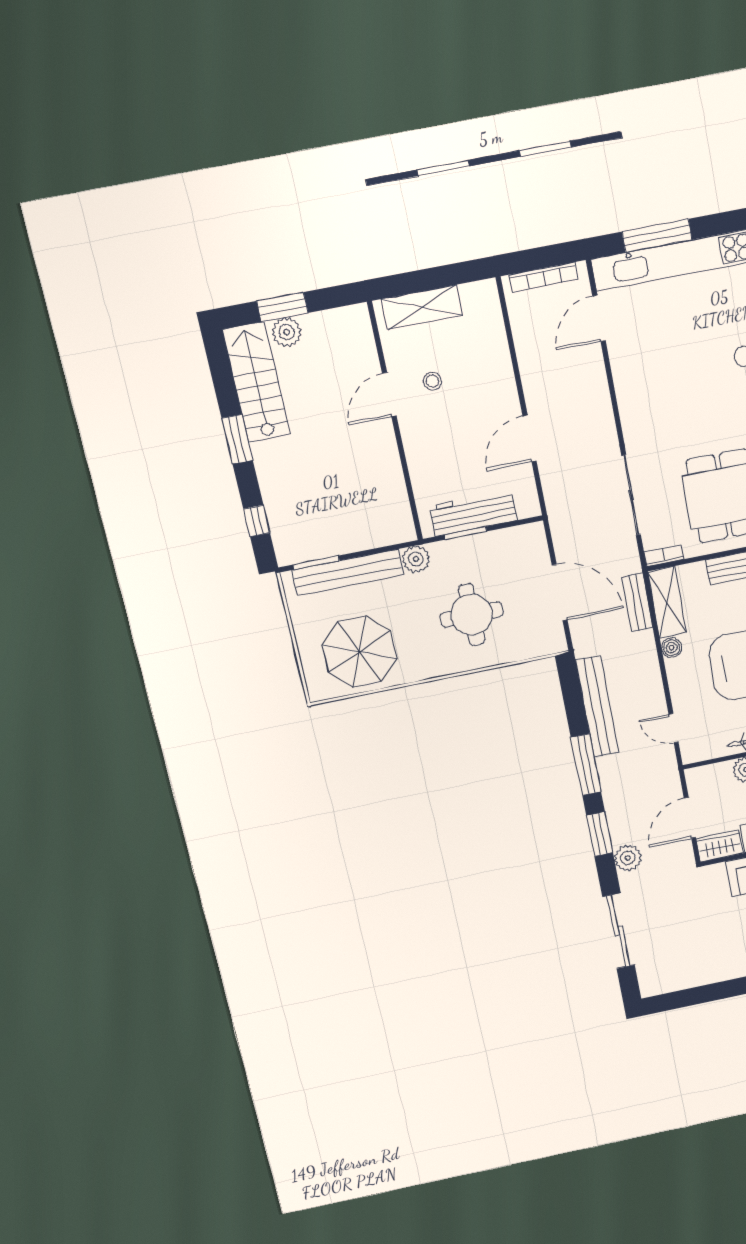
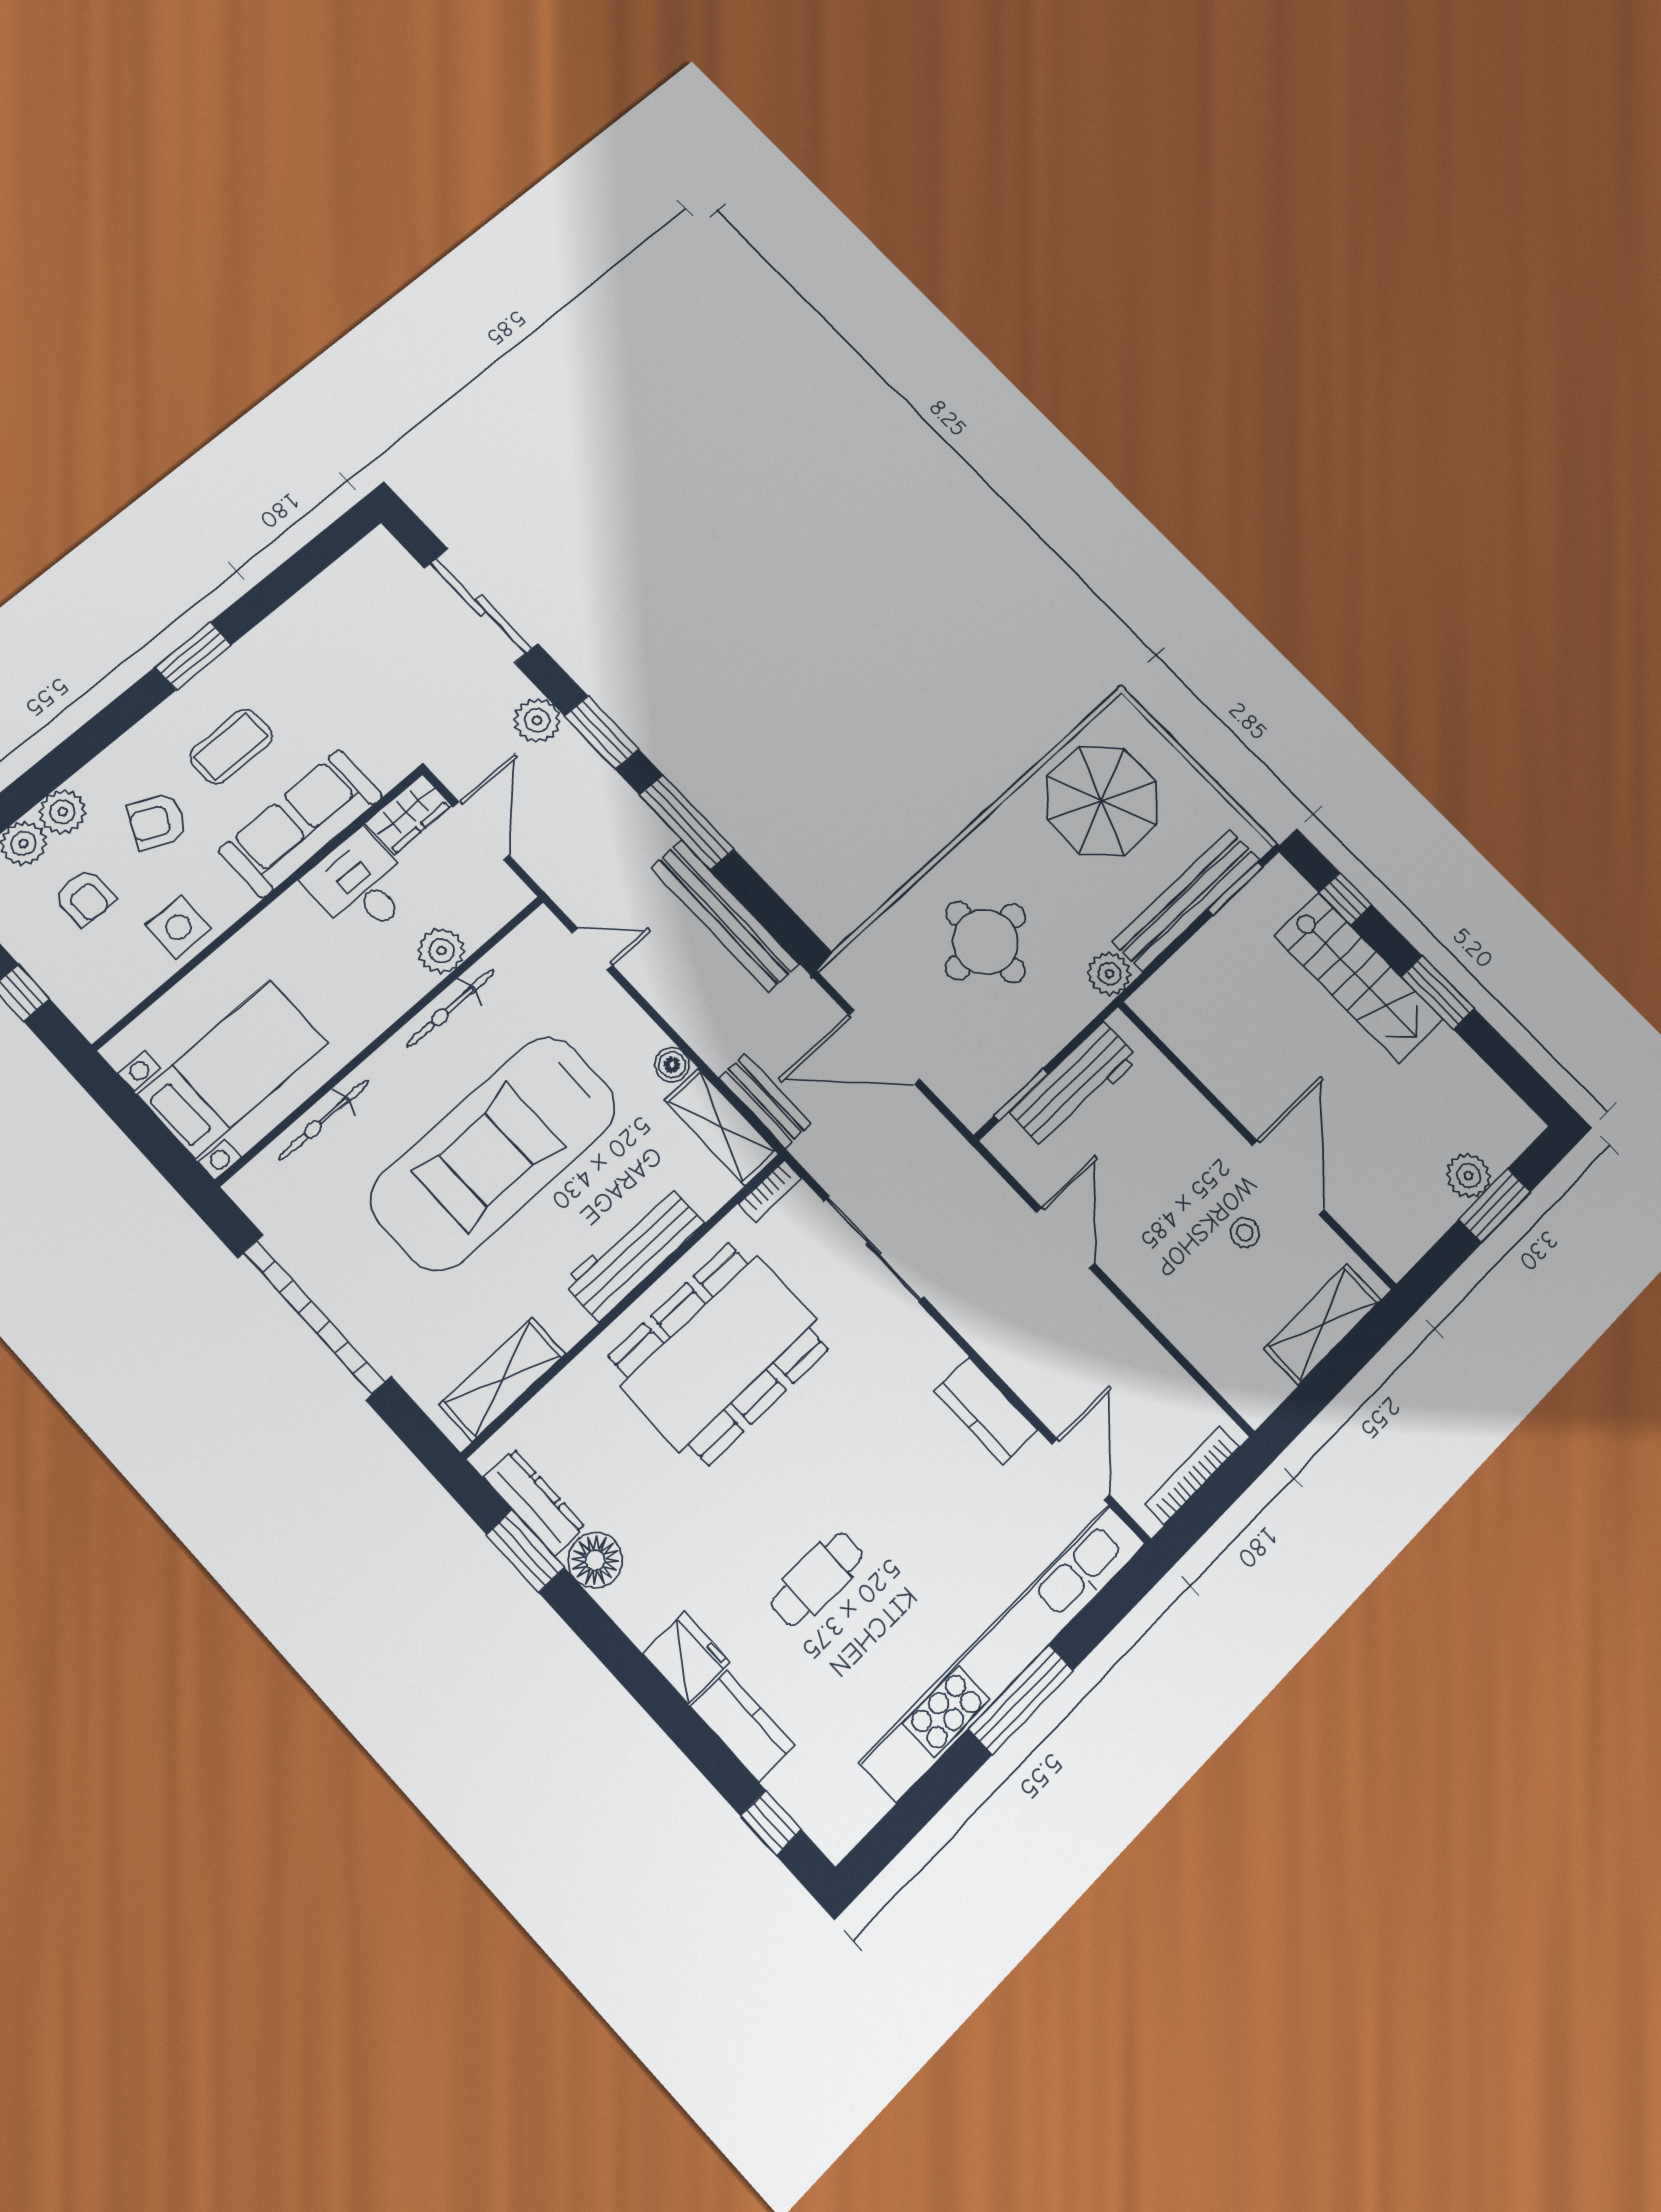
window: (657, 236) -> (1021, 1700), moved
kitchen counter: (627, 379) -> (986, 1411), added
stairs: (256, 382) -> (1359, 978), moved
door: (389, 395) -> (1288, 1177), width x1.36
window: (465, 533) -> (1021, 1095), moved

